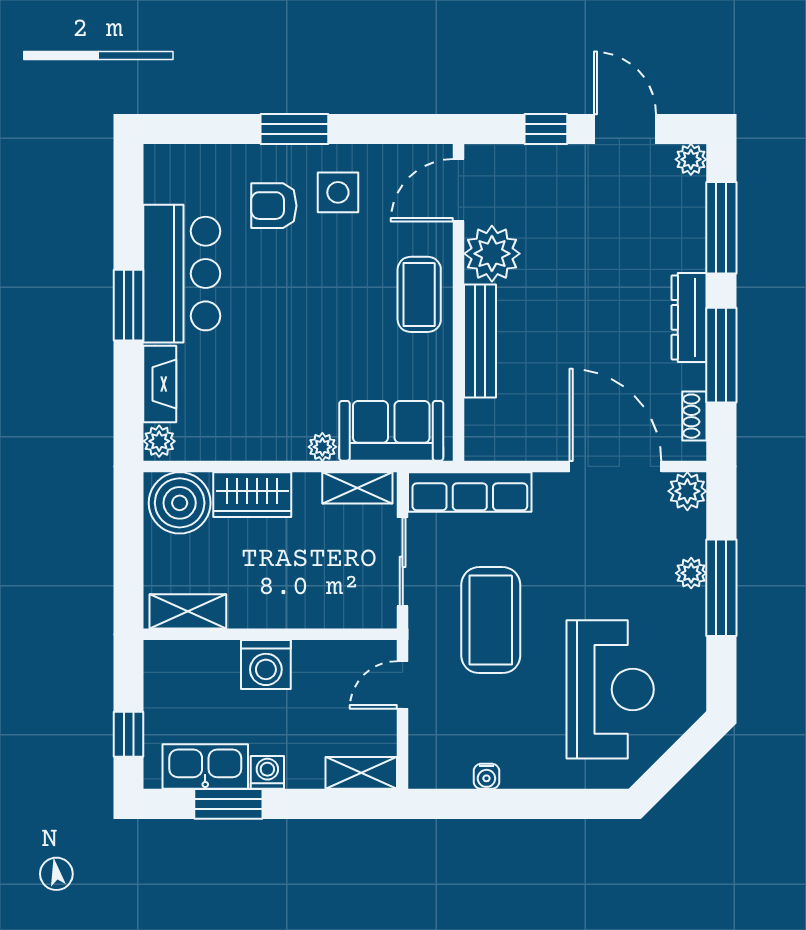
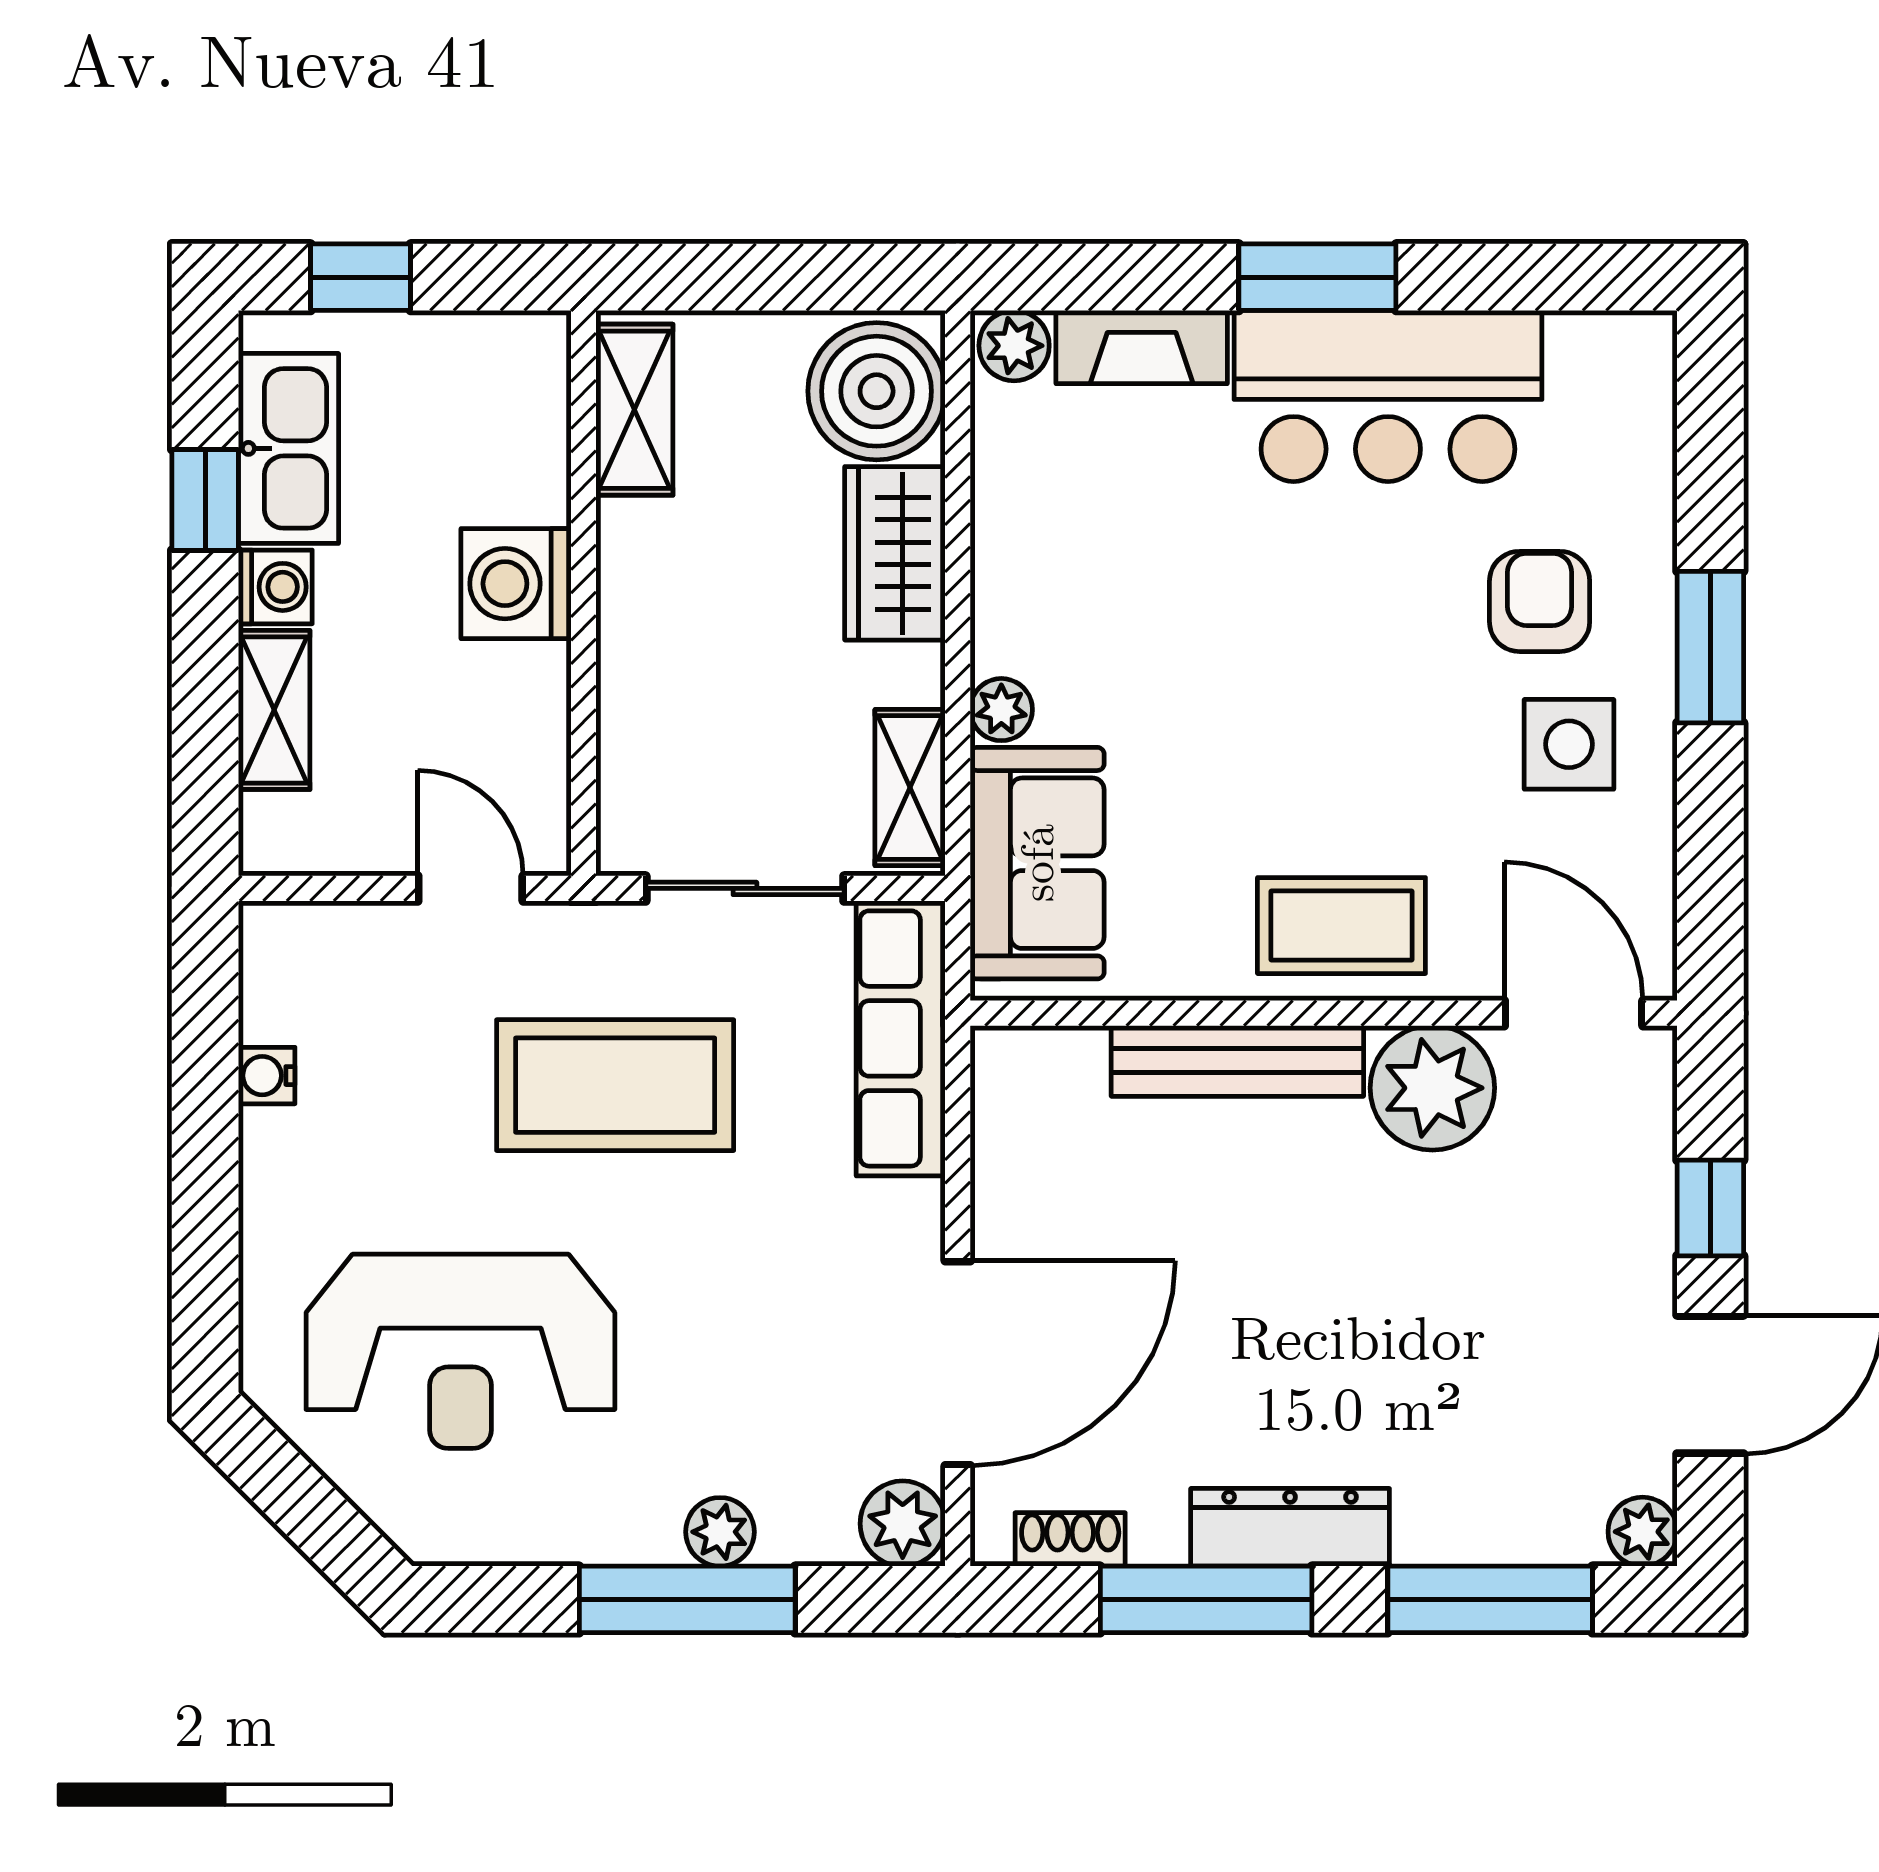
shelving: (361, 773) -> (274, 710), moved
window: (228, 804) -> (205, 500), width x0.67

